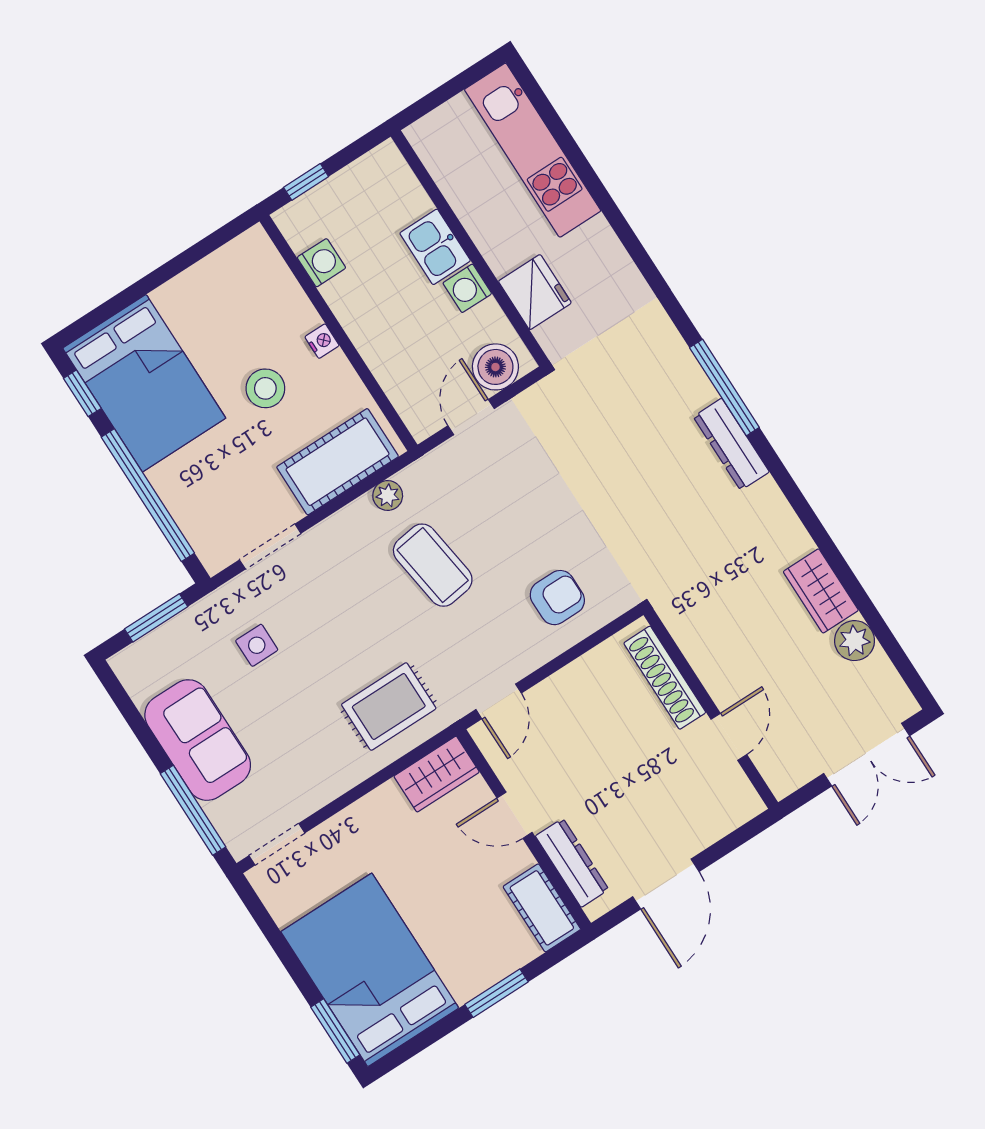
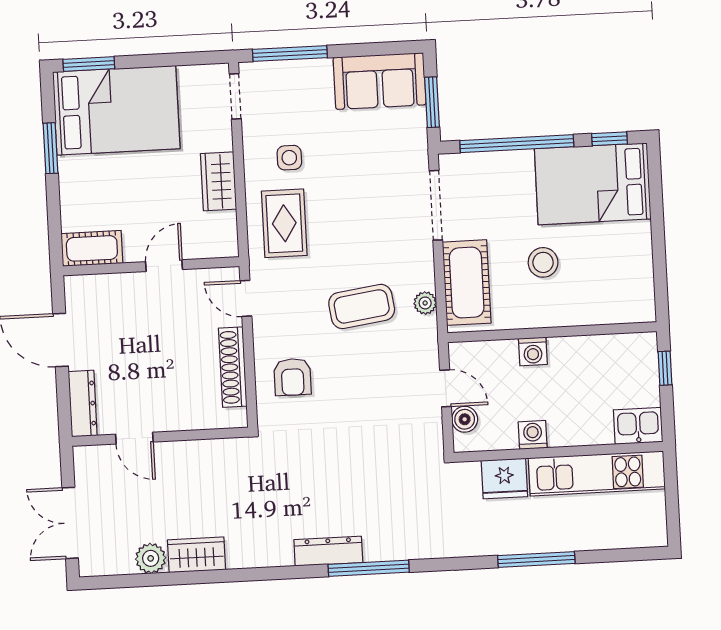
kitchen unit: (533, 150) -> (597, 473), moved, turned 180
window: (606, 203) -> (536, 559), added
kitchen sink: (435, 247) -> (638, 426), moved
washing machine: (321, 263) -> (533, 351), moved
nightstand: (322, 341) -> (553, 318), removed
boiler: (495, 367) -> (465, 419), width x0.73, depth x0.73
doorway: (270, 547) -> (436, 205), width x1.38
side table: (257, 645) -> (289, 158), moved
shoe rack: (665, 678) -> (233, 367), moved, turned -90
sofa: (198, 740) -> (380, 81), moved
wardrobe: (437, 774) -> (219, 181), moved
dresser: (572, 863) -> (83, 404), moved, turned -90
window: (497, 993) -> (50, 148), moved

